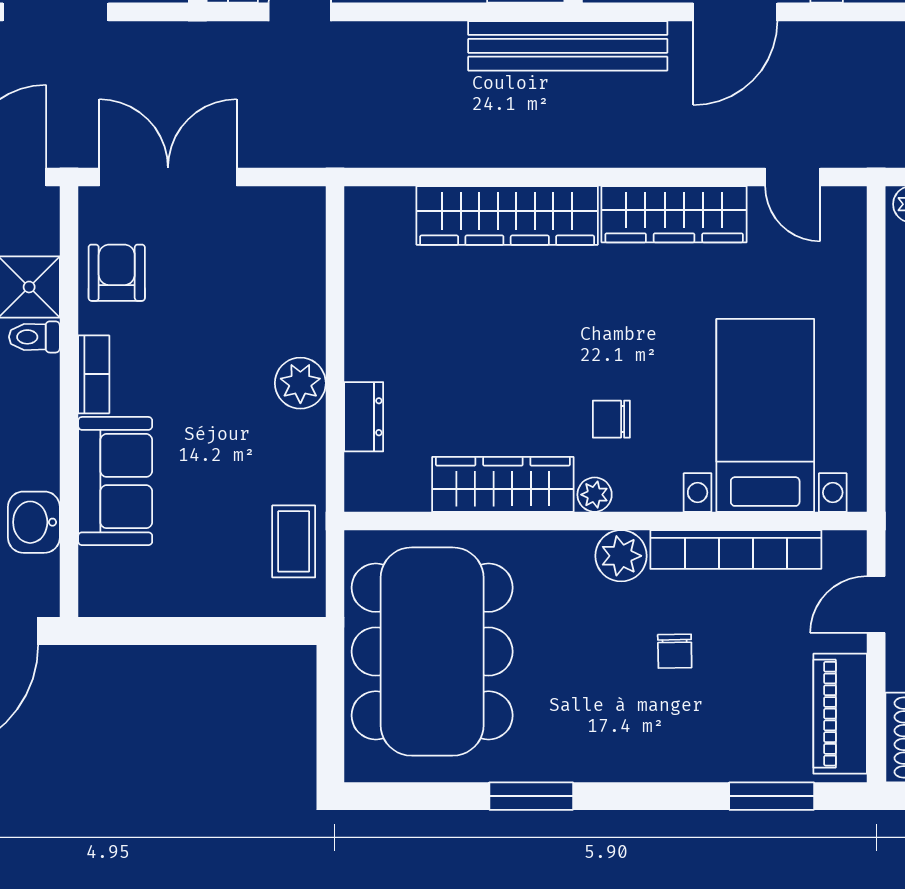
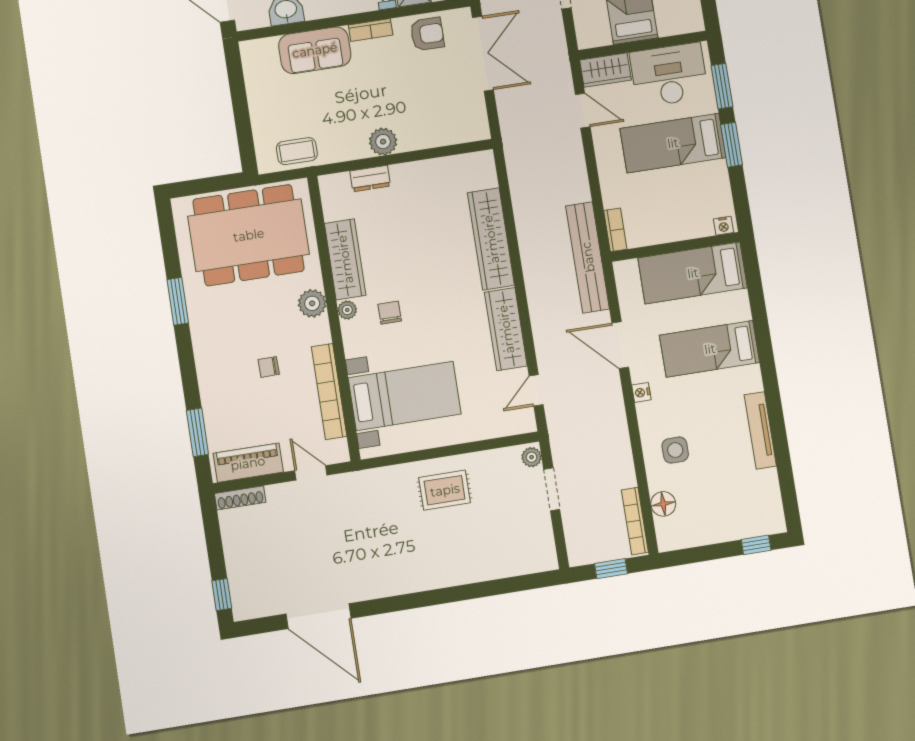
plant: (621, 556) -> (312, 303), moved

